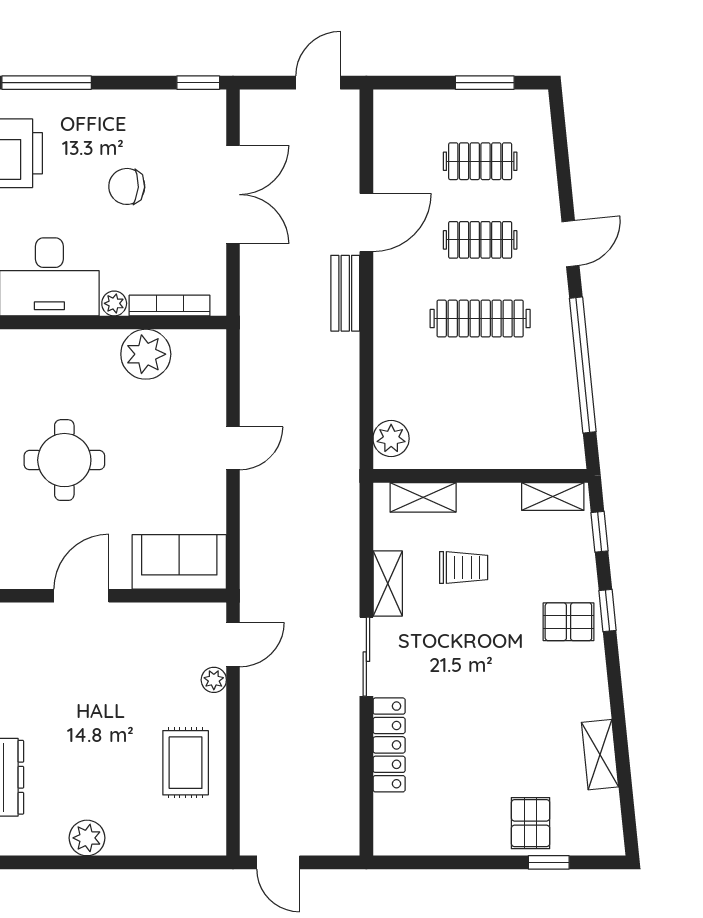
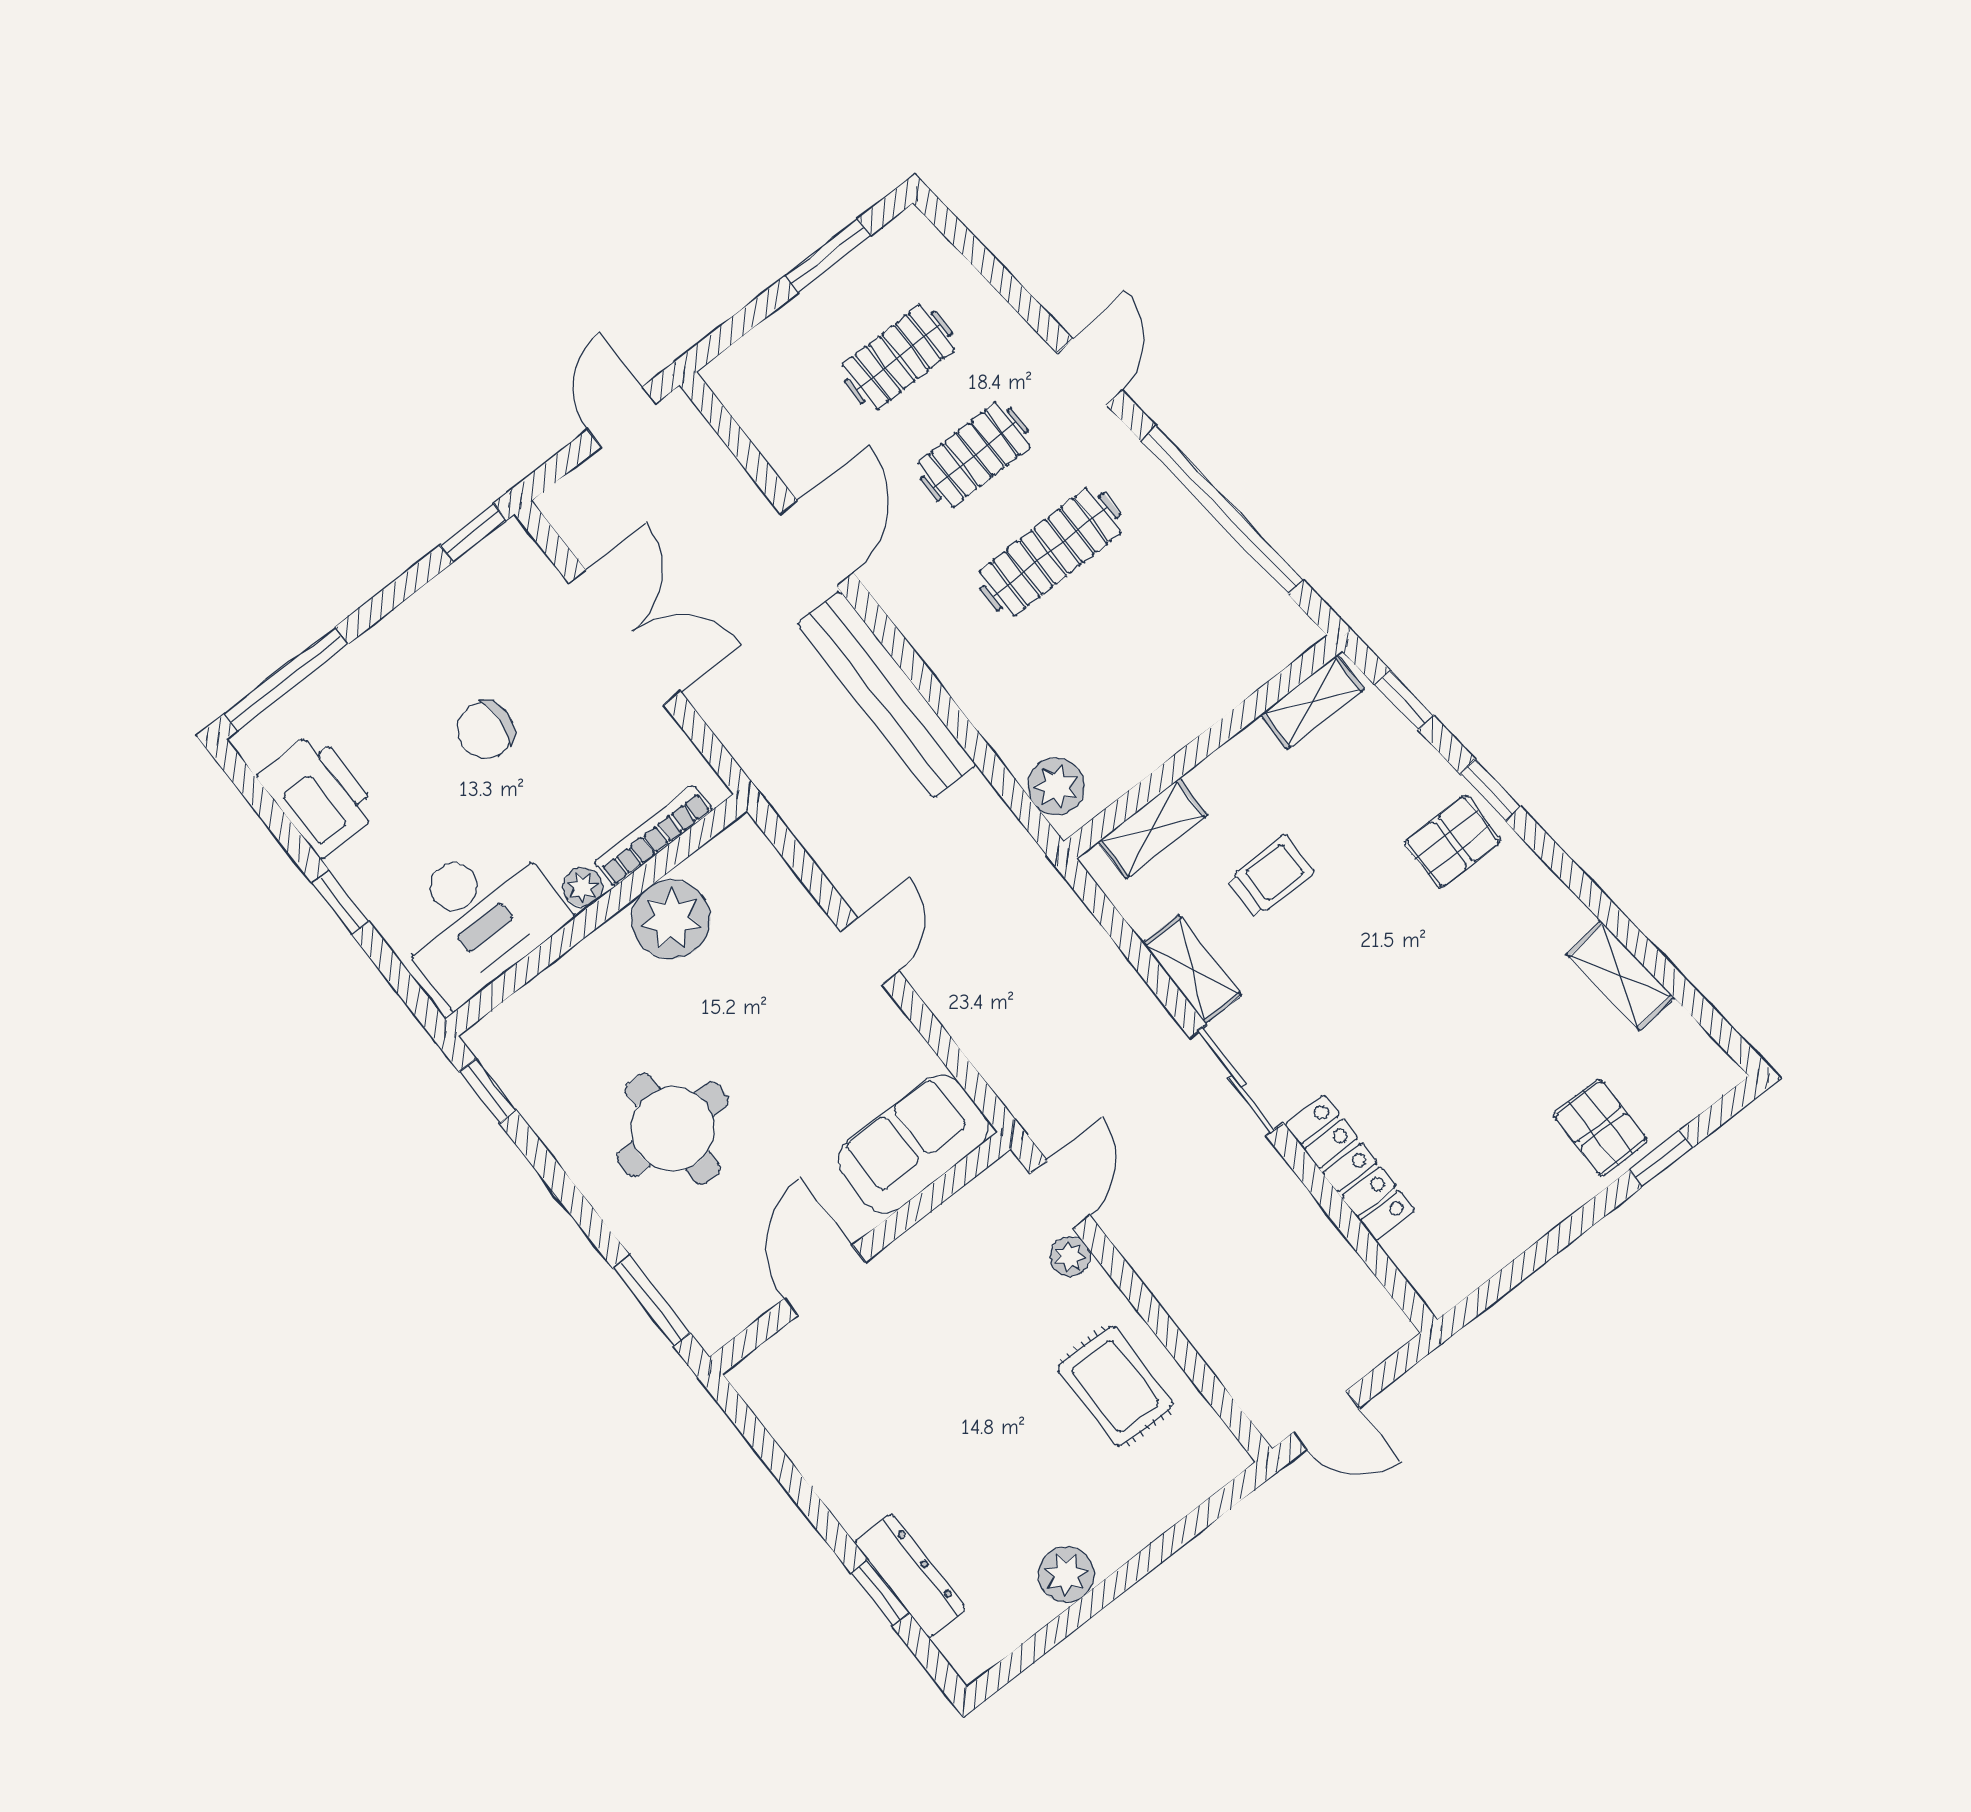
bench: (345, 293) -> (887, 694), width x1.86, depth x1.21

